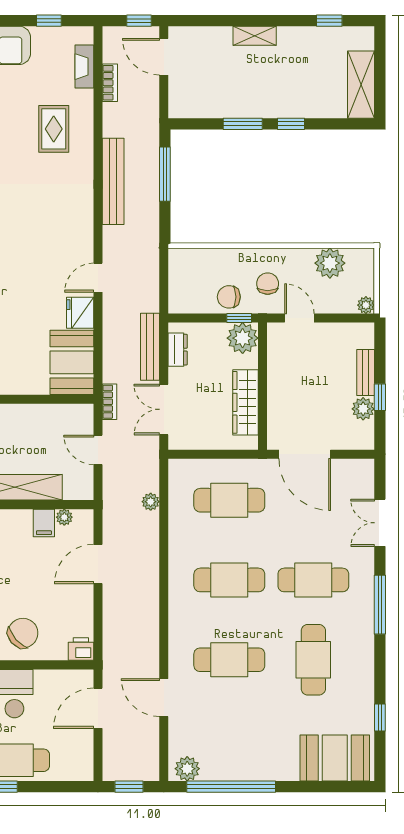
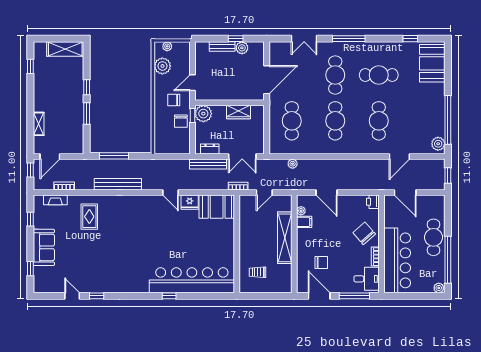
shelving: (255, 36) -> (39, 124), moved
rug: (54, 129) -> (89, 217), turned 90
plant: (366, 305) -> (167, 46), moved
wardrobe: (246, 402) -> (238, 112), width x0.67

